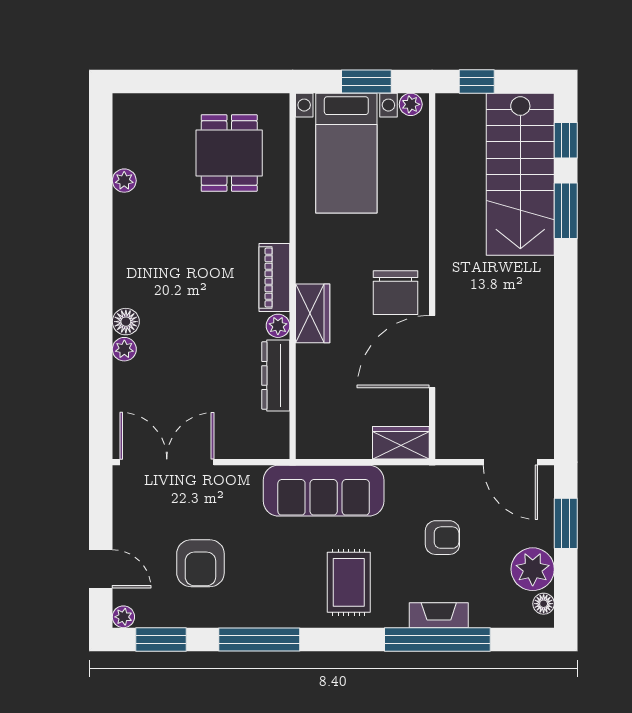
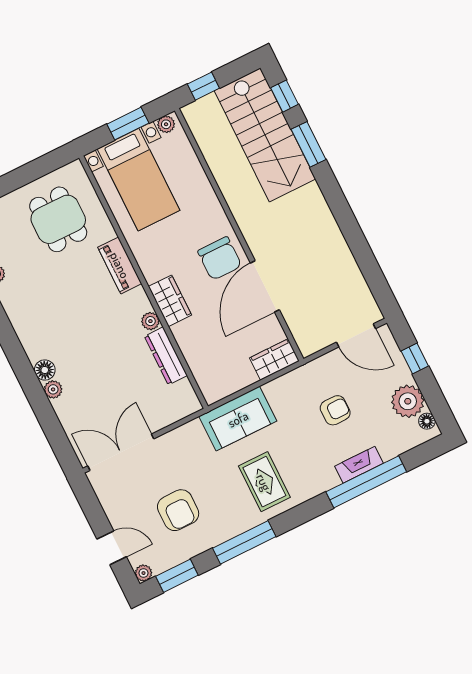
piano: (274, 278) -> (120, 265), moved
sofa: (324, 491) -> (238, 419), width x0.73
window: (566, 523) -> (415, 359), width x0.67
rug: (349, 582) -> (264, 482), moved

